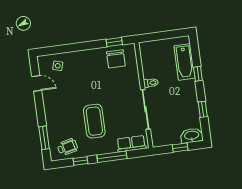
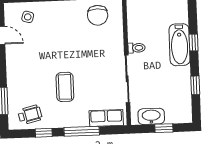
bathtub: (184, 62) -> (179, 45), moved
coffee table: (94, 121) -> (65, 87), width x0.73, depth x0.76
washbasin: (192, 136) -> (151, 116), moved

